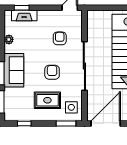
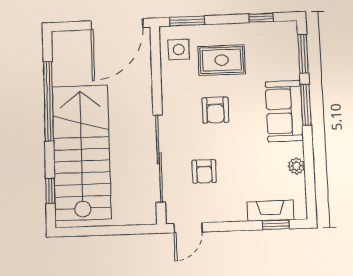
sliding door: (84, 66) -> (159, 158), moved

